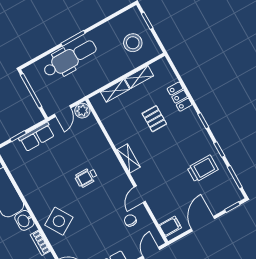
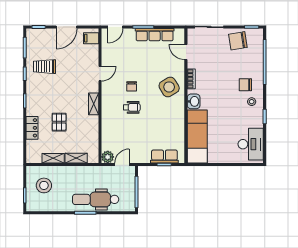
row of seats: (37, 137) -> (164, 157), moved
chair: (130, 220) -> (132, 86), moved

